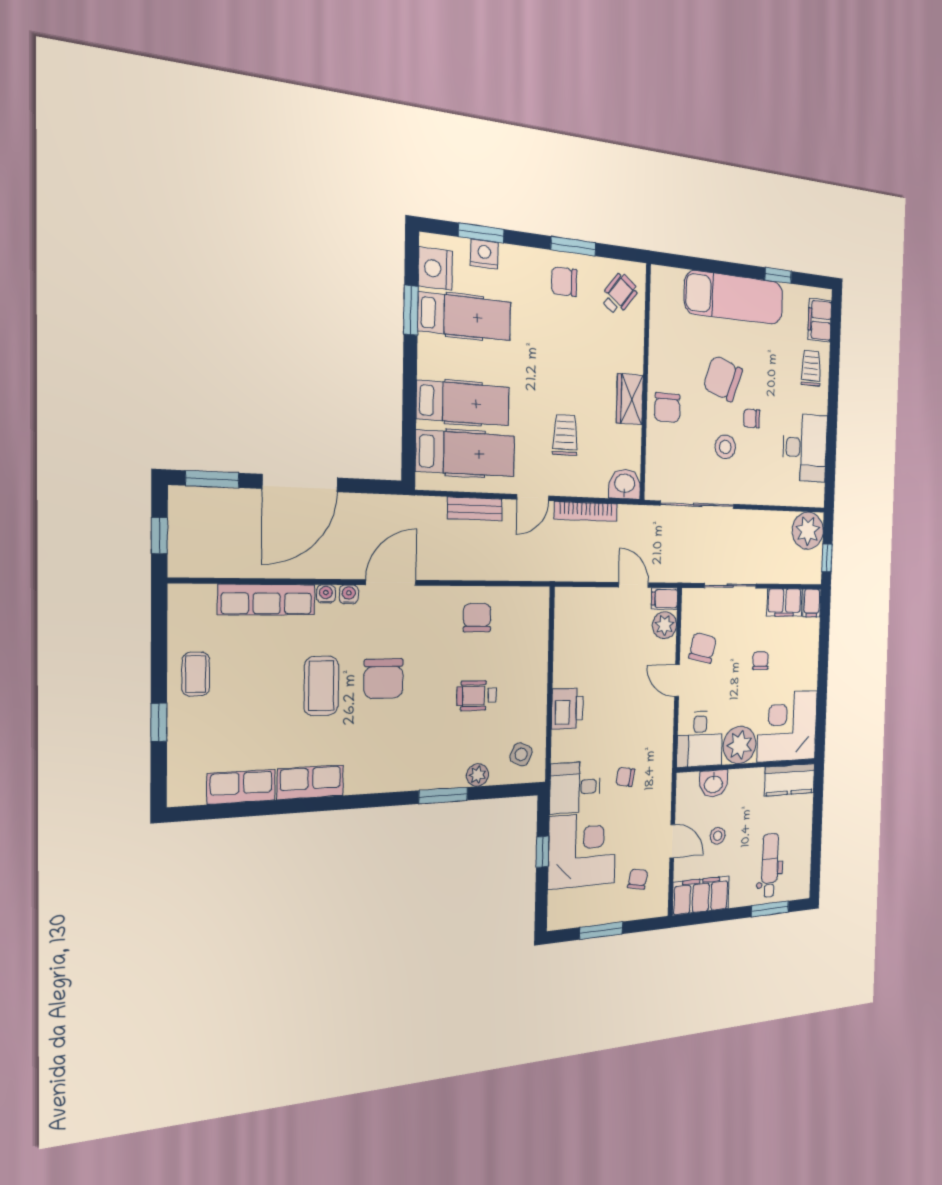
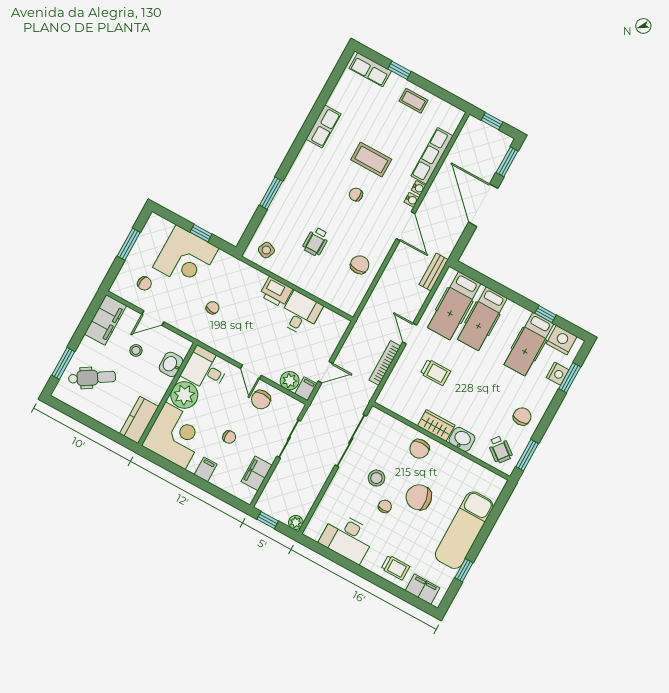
window: (573, 246) -> (527, 455), moved
window: (411, 310) -> (546, 314), width x0.67
chair: (723, 379) -> (419, 497), turned -119
chair: (667, 408) -> (419, 449), turned -90
washbasin: (625, 484) -> (462, 439), moved, turned -90
bench: (475, 509) -> (434, 272), moved
plant: (808, 531) -> (296, 522), width x0.53, depth x0.53
filing cabinet: (812, 603) -> (206, 469), moved, turned 90
chair: (477, 618) -> (360, 265), turned -90
chair: (702, 648) -> (261, 400), turned 77
chair: (384, 679) -> (356, 194), width x0.54, depth x0.54
door: (677, 680) -> (251, 372), swing flipped
wheelchair: (477, 696) -> (316, 242), turned 180
plant: (478, 775) -> (270, 218), removed
row of seats: (241, 787) -> (370, 70), moved, turned 90
desk: (575, 787) -> (300, 313), moved
dental chair: (770, 865) -> (92, 378), turned -32

